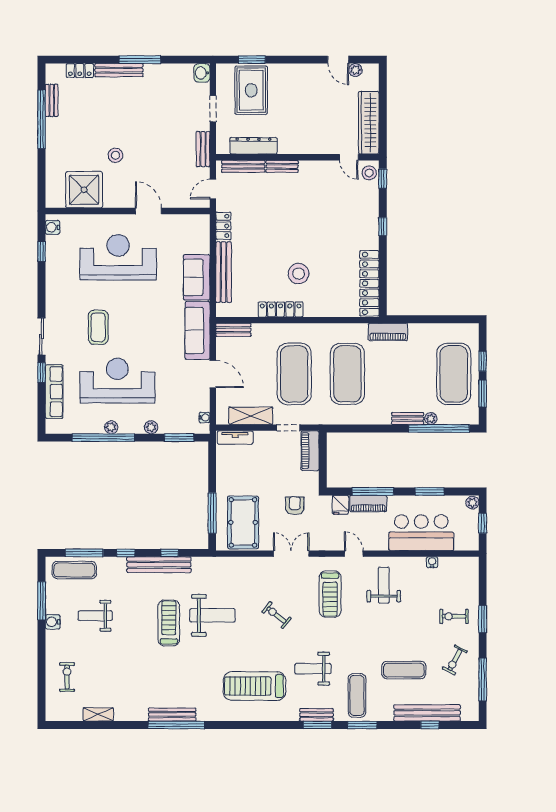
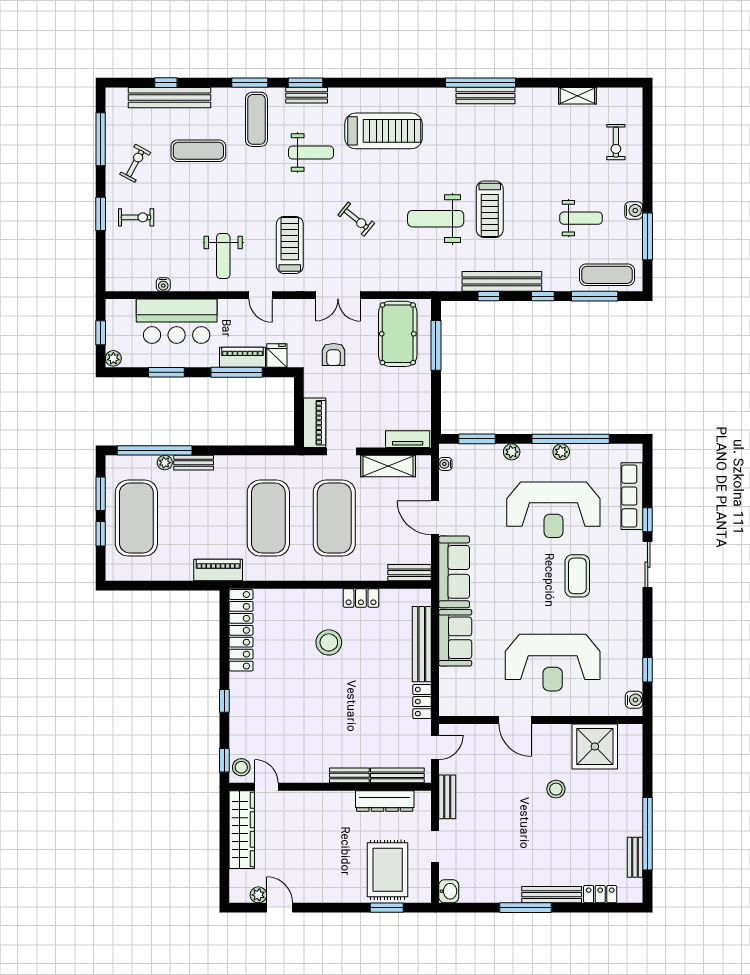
locker: (281, 309) -> (361, 598), width x0.66

